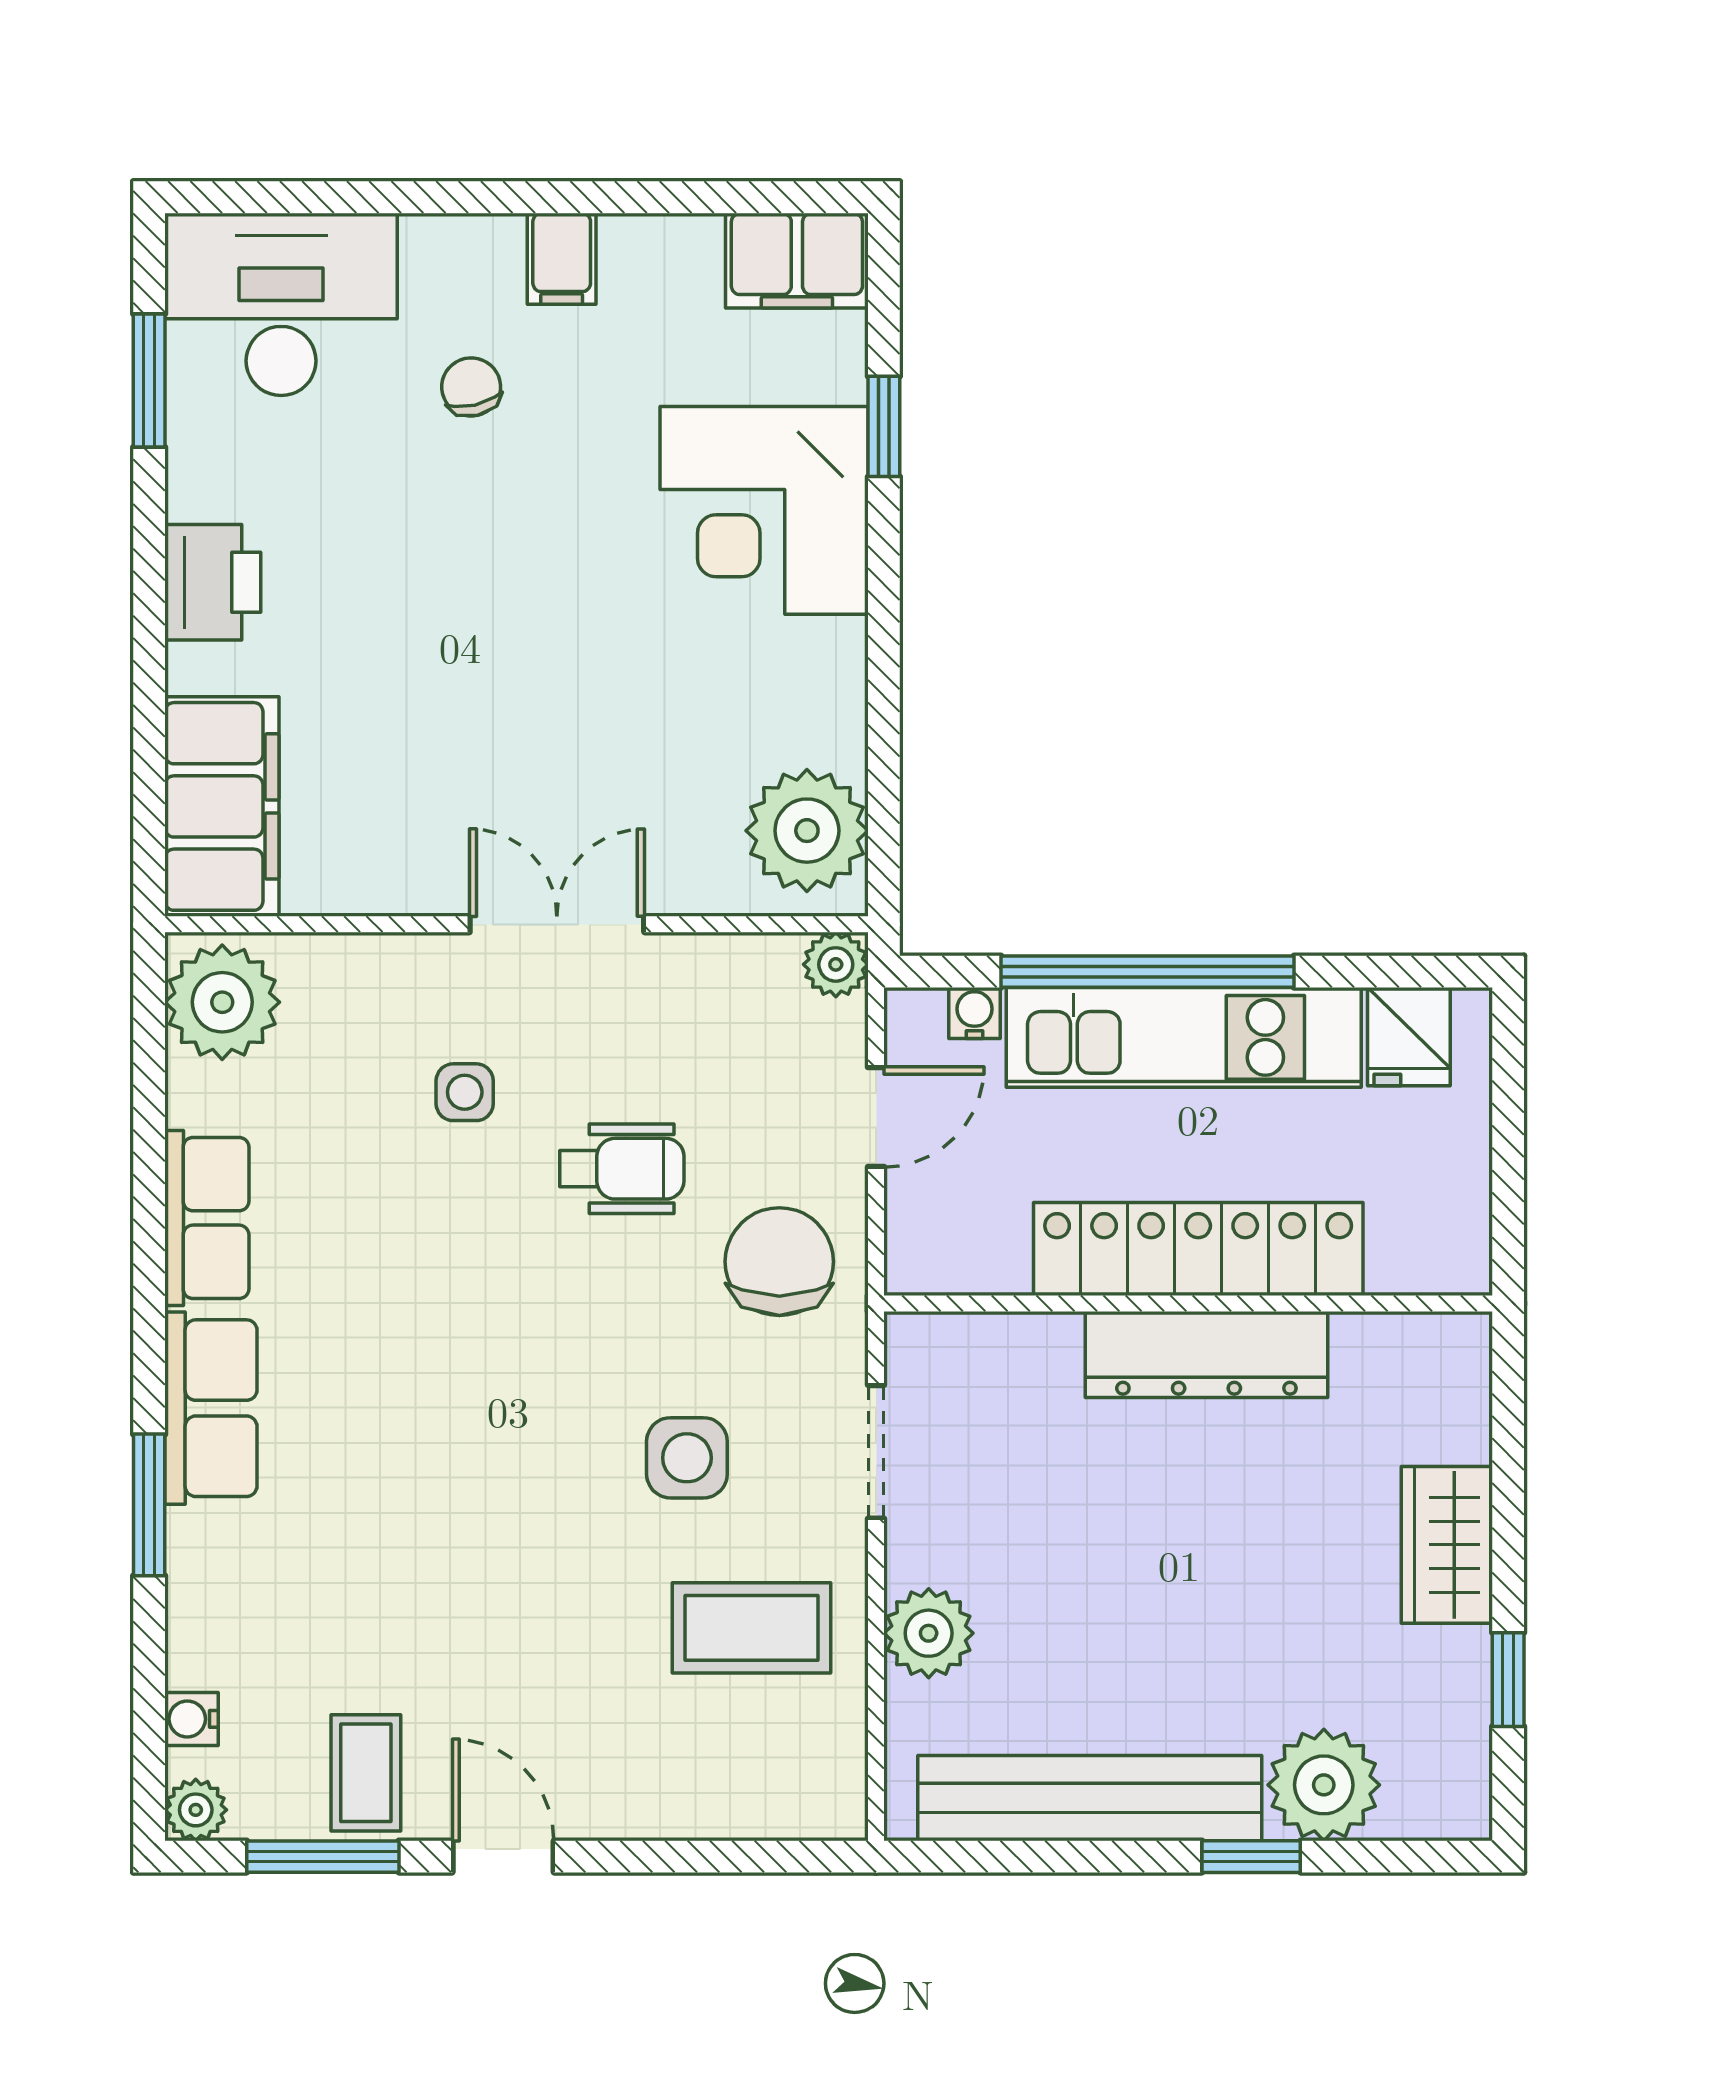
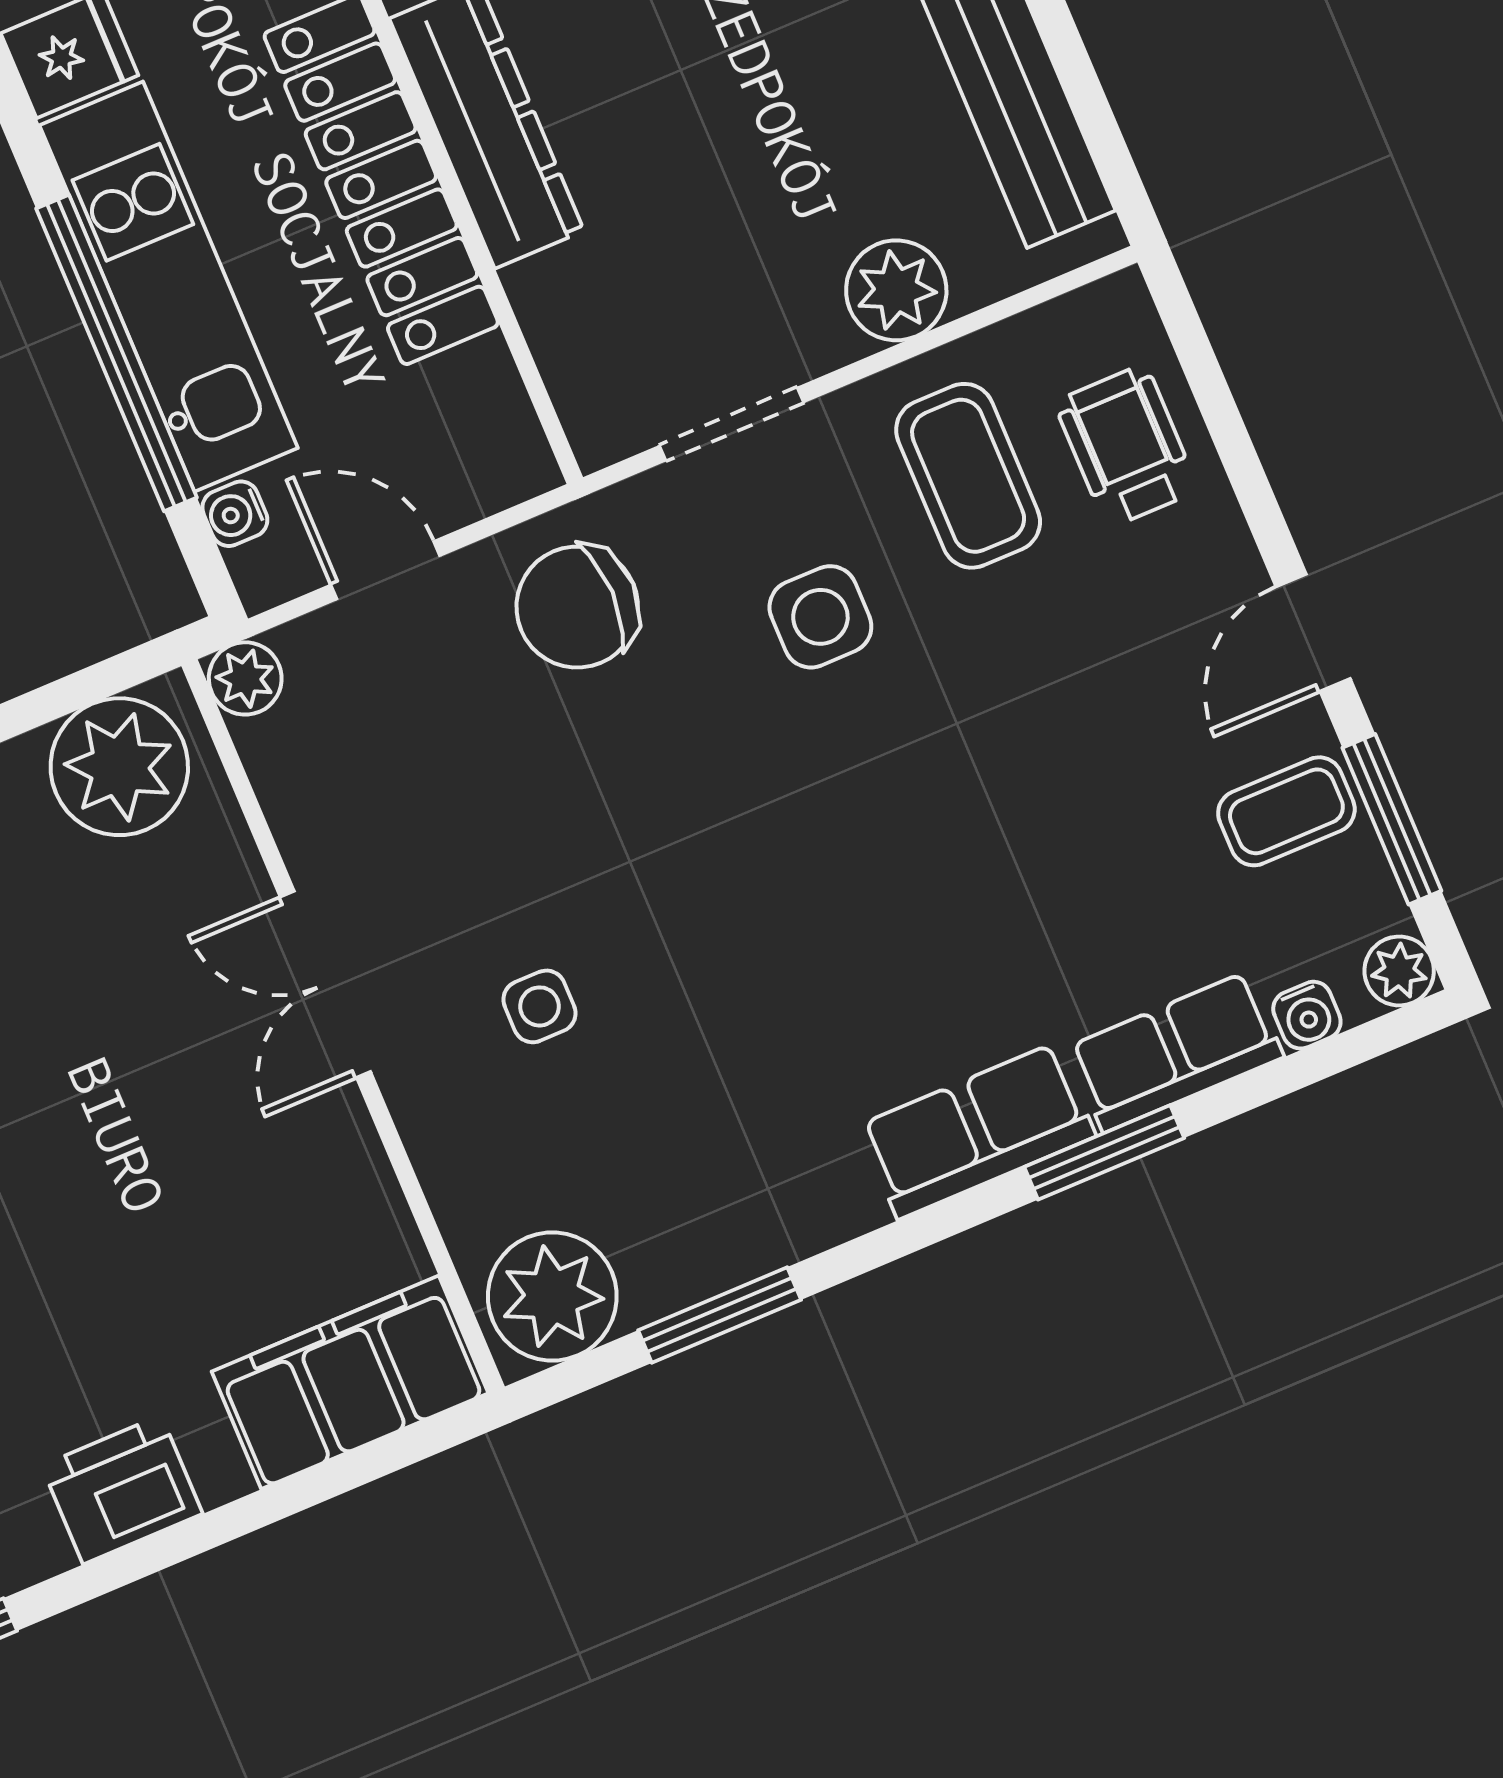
window: (149, 1133) -> (720, 1315), added
wheelchair: (622, 1169) -> (1126, 446), moved
row of seats: (207, 1218) -> (1176, 1052), moved

